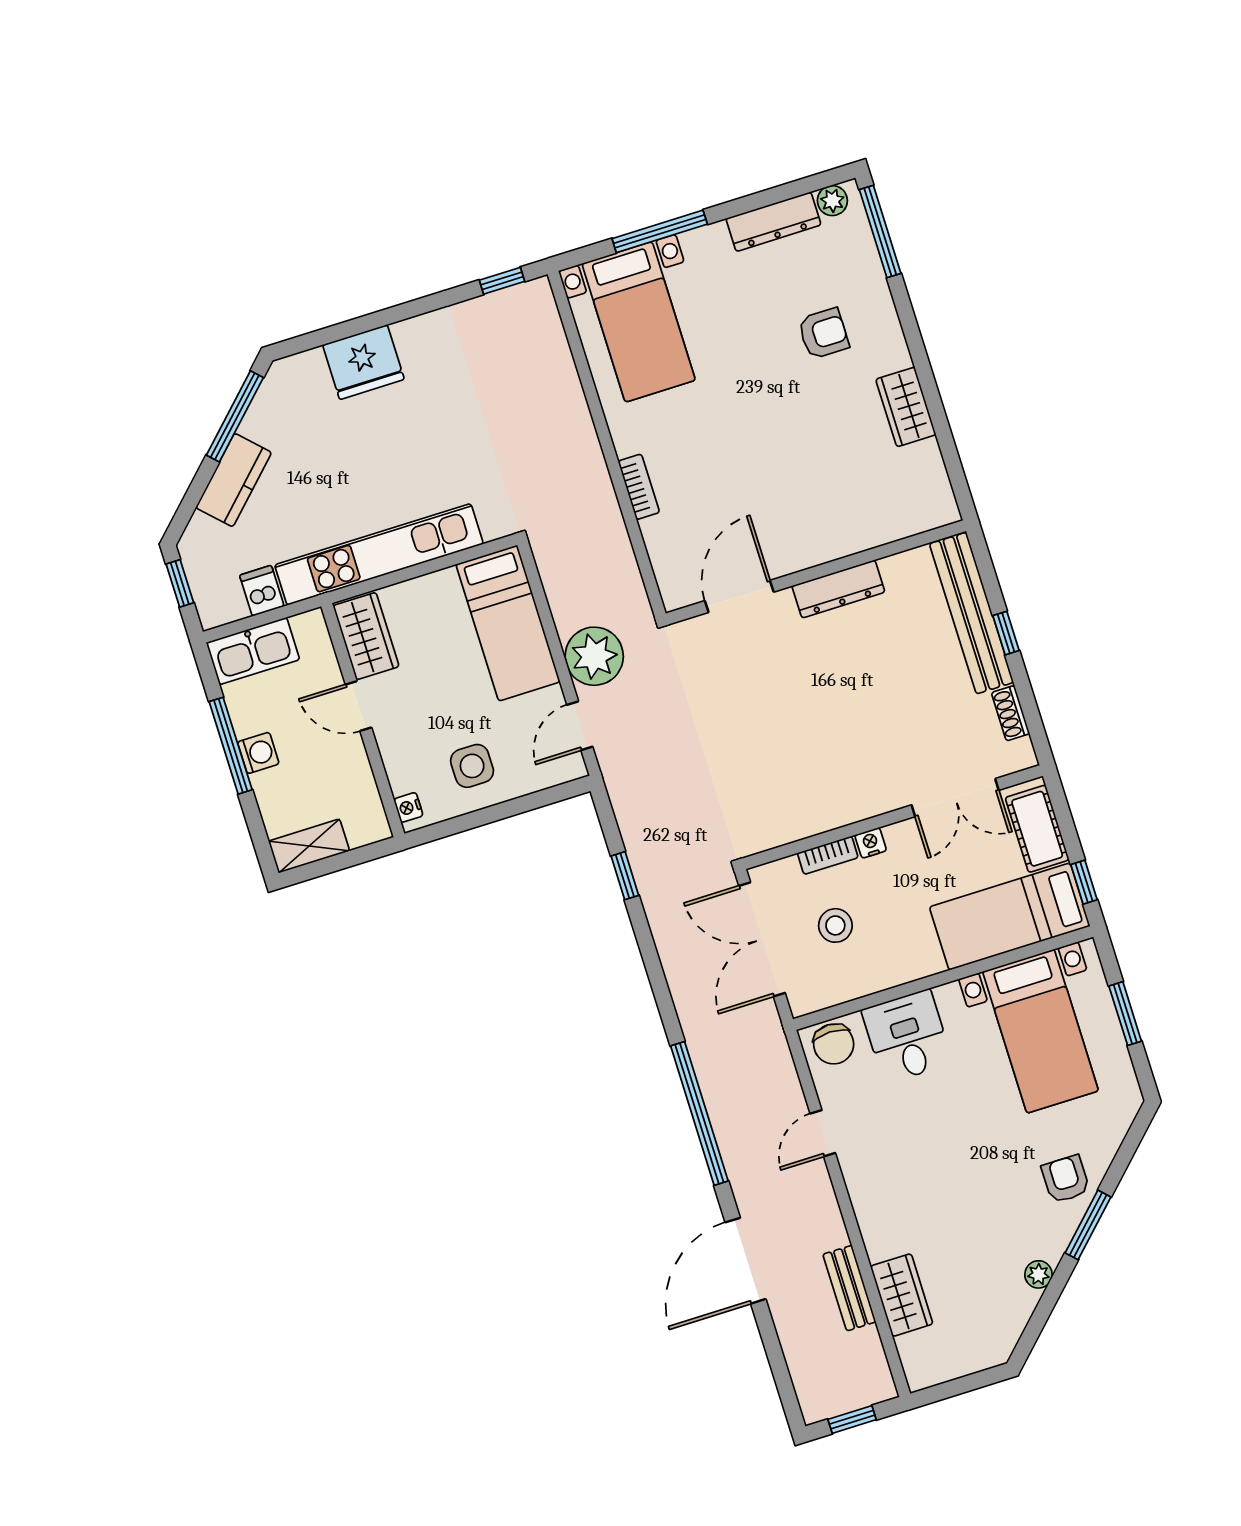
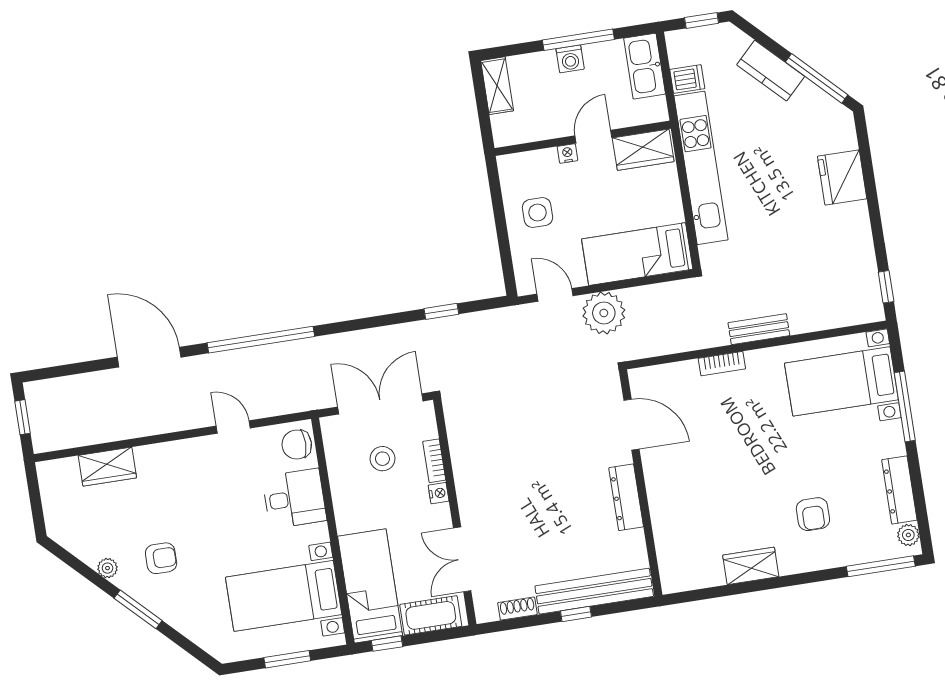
nightstand: (408, 807) -> (567, 153), moved
armchair: (1066, 1179) -> (161, 558), moved
bench: (849, 1288) -> (759, 329), moved

